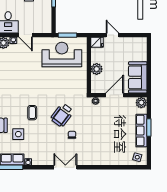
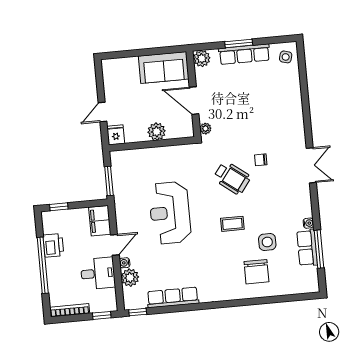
filing cabinet: (42, 27) -> (100, 221), added
reception desk: (62, 55) -> (170, 213), moved
double door: (65, 167) -> (311, 165), swing flipped

